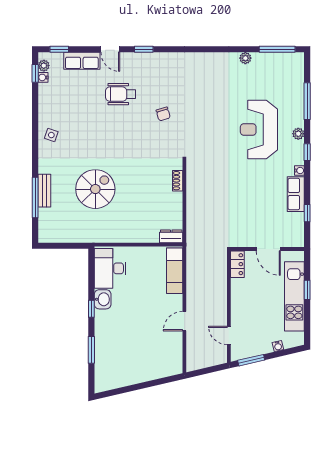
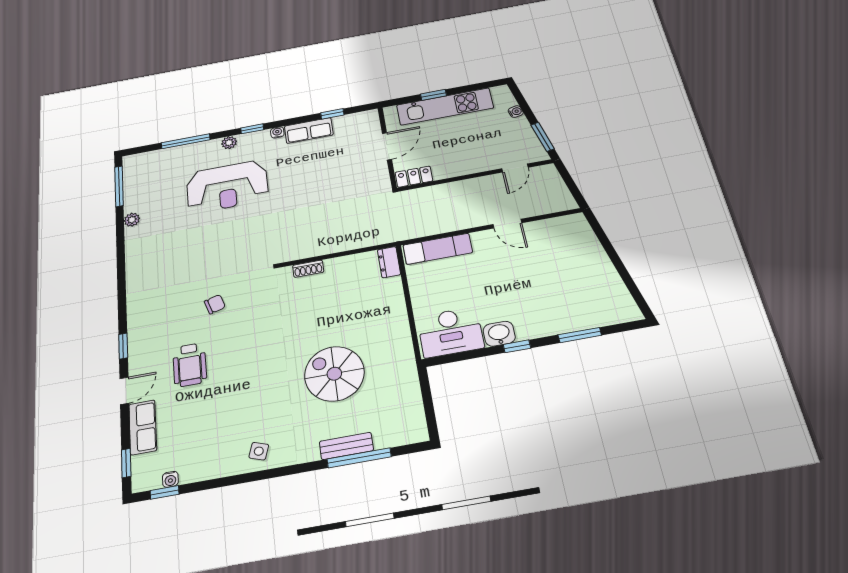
plant: (44, 66) -> (152, 481), removed

